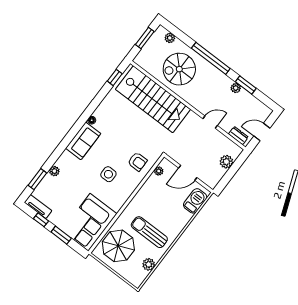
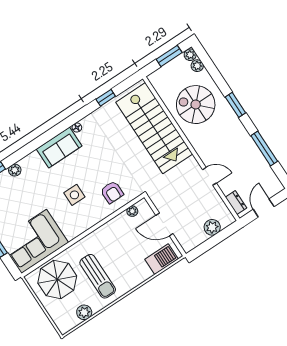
window: (211, 58) -> (235, 105), width x0.47
window: (115, 77) -> (106, 98), moved
window: (246, 85) -> (264, 149), width x1.44
plant: (236, 88) -> (190, 55), moved
door: (262, 132) -> (264, 208), hinge flipped
sun lounger: (149, 232) -> (98, 276), turned 180

